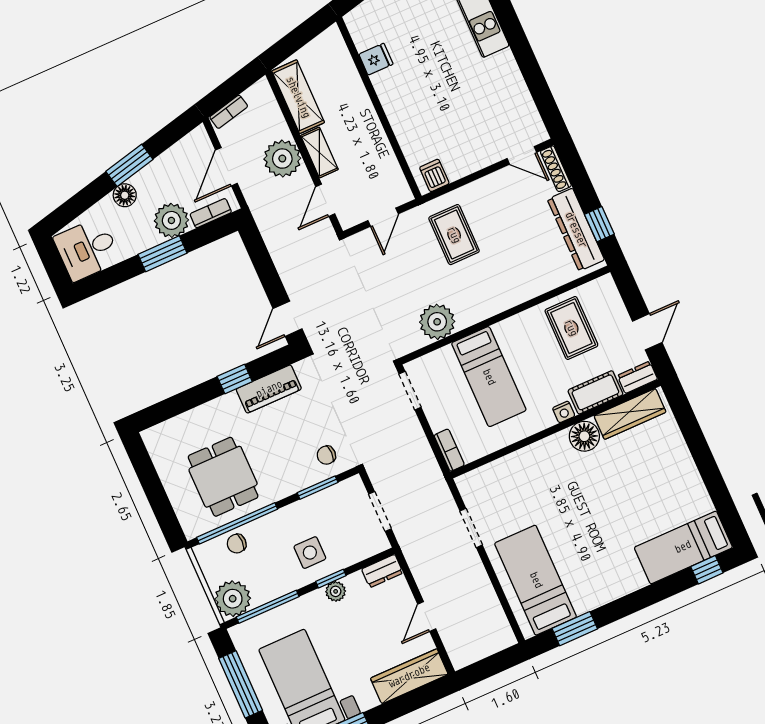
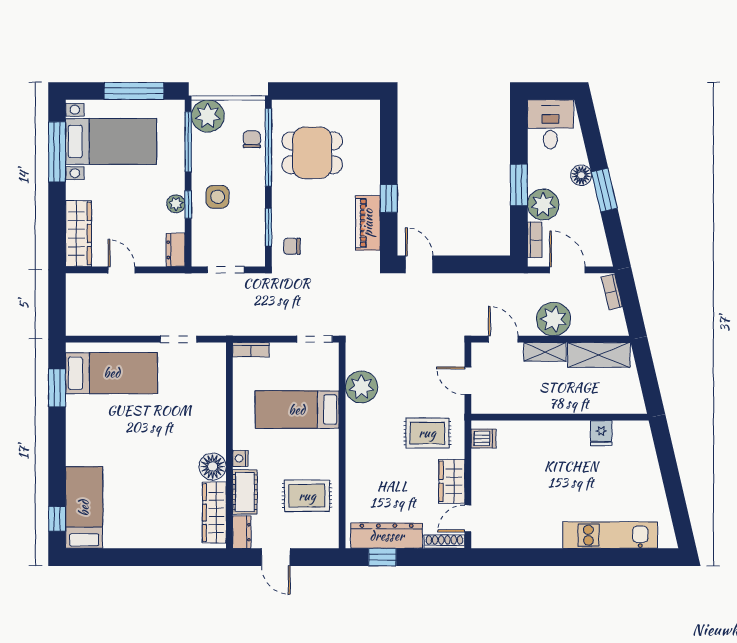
wardrobe: (492, 188) -> (452, 481), added
chair: (326, 455) -> (292, 246), turned -90

